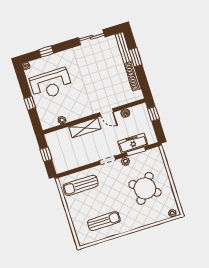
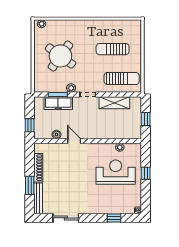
reception desk: (51, 84) -> (116, 172), moved
shelving: (85, 128) -> (114, 103), moved
sun lounger: (104, 221) -> (113, 49), moved

